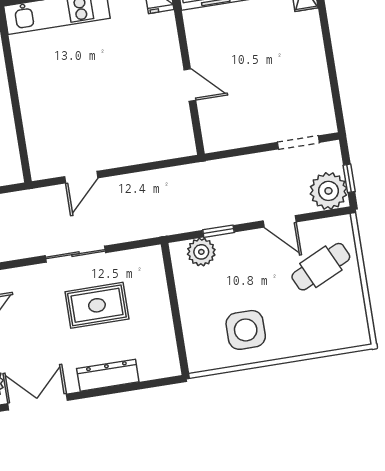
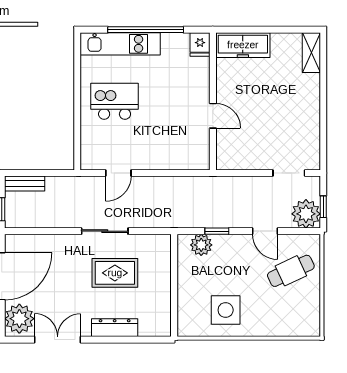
kitchen island: (61, 87) -> (115, 101), added

